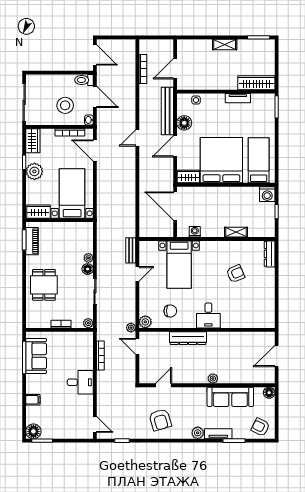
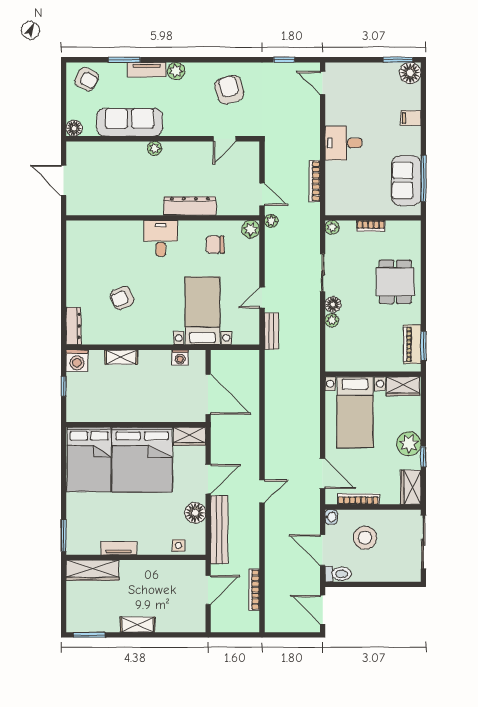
bed: (259, 160) -> (89, 459), width x1.50
washing machine: (267, 194) -> (77, 361), moved, turned 180
door: (277, 356) -> (64, 180), swing flipped

